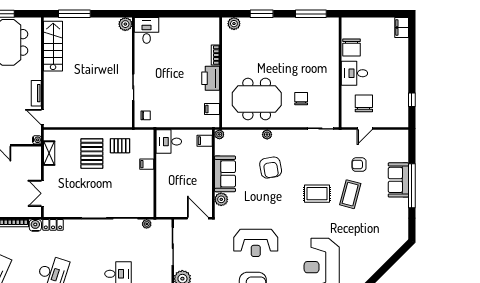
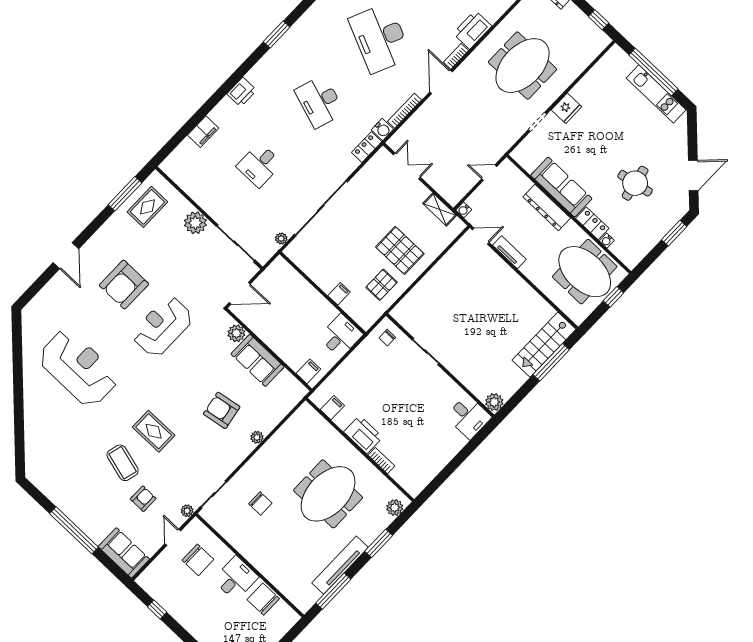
tv unit: (293, 24) -> (340, 565), added
stairs: (53, 46) -> (544, 345), moved, turned 90
meeting table: (257, 99) -> (328, 494), moved
plant: (219, 134) -> (187, 511), moved
sofa: (398, 180) -> (124, 553), moved
rug: (317, 194) -> (154, 431), turned 90

